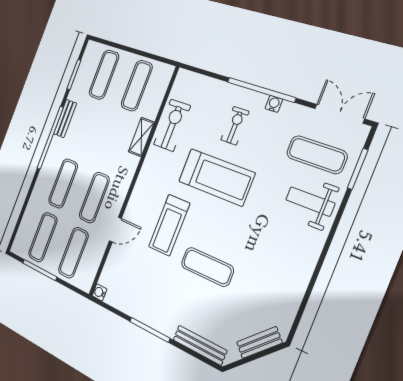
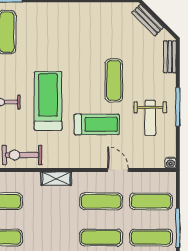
shelving: (141, 137) -> (56, 179), moved
weight bench: (310, 202) -> (150, 118), moved
bench: (200, 345) -> (170, 57), width x0.73

